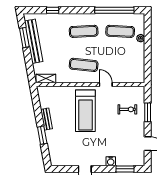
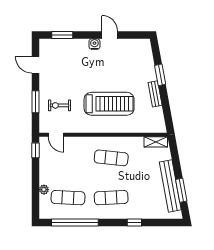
window: (53, 10) -> (134, 223), moved
window: (148, 71) -> (36, 150), added
door: (106, 84) -> (56, 135), moved
treadmill: (85, 111) -> (109, 104), turned 90
water cooler: (111, 161) -> (94, 44), moved

